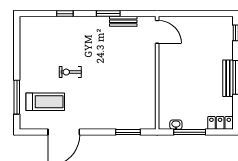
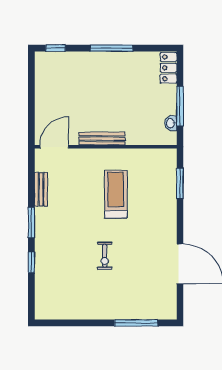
window: (108, 14) -> (31, 222), moved
bench: (228, 78) -> (102, 139), moved
treadmill: (45, 102) -> (116, 194), moved

